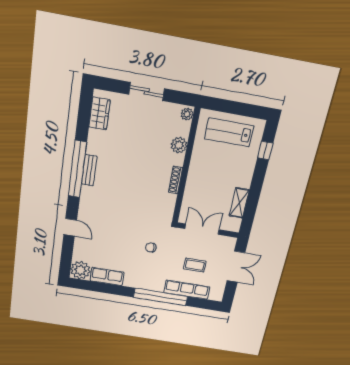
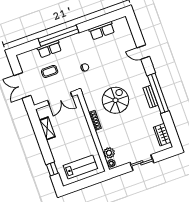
plant: (179, 145) -> (109, 153), moved
spiral stairs: (136, 190) -> (115, 100), added
plant: (80, 270) -> (121, 25), removed
row of seats: (187, 290) -> (49, 49), width x0.68

